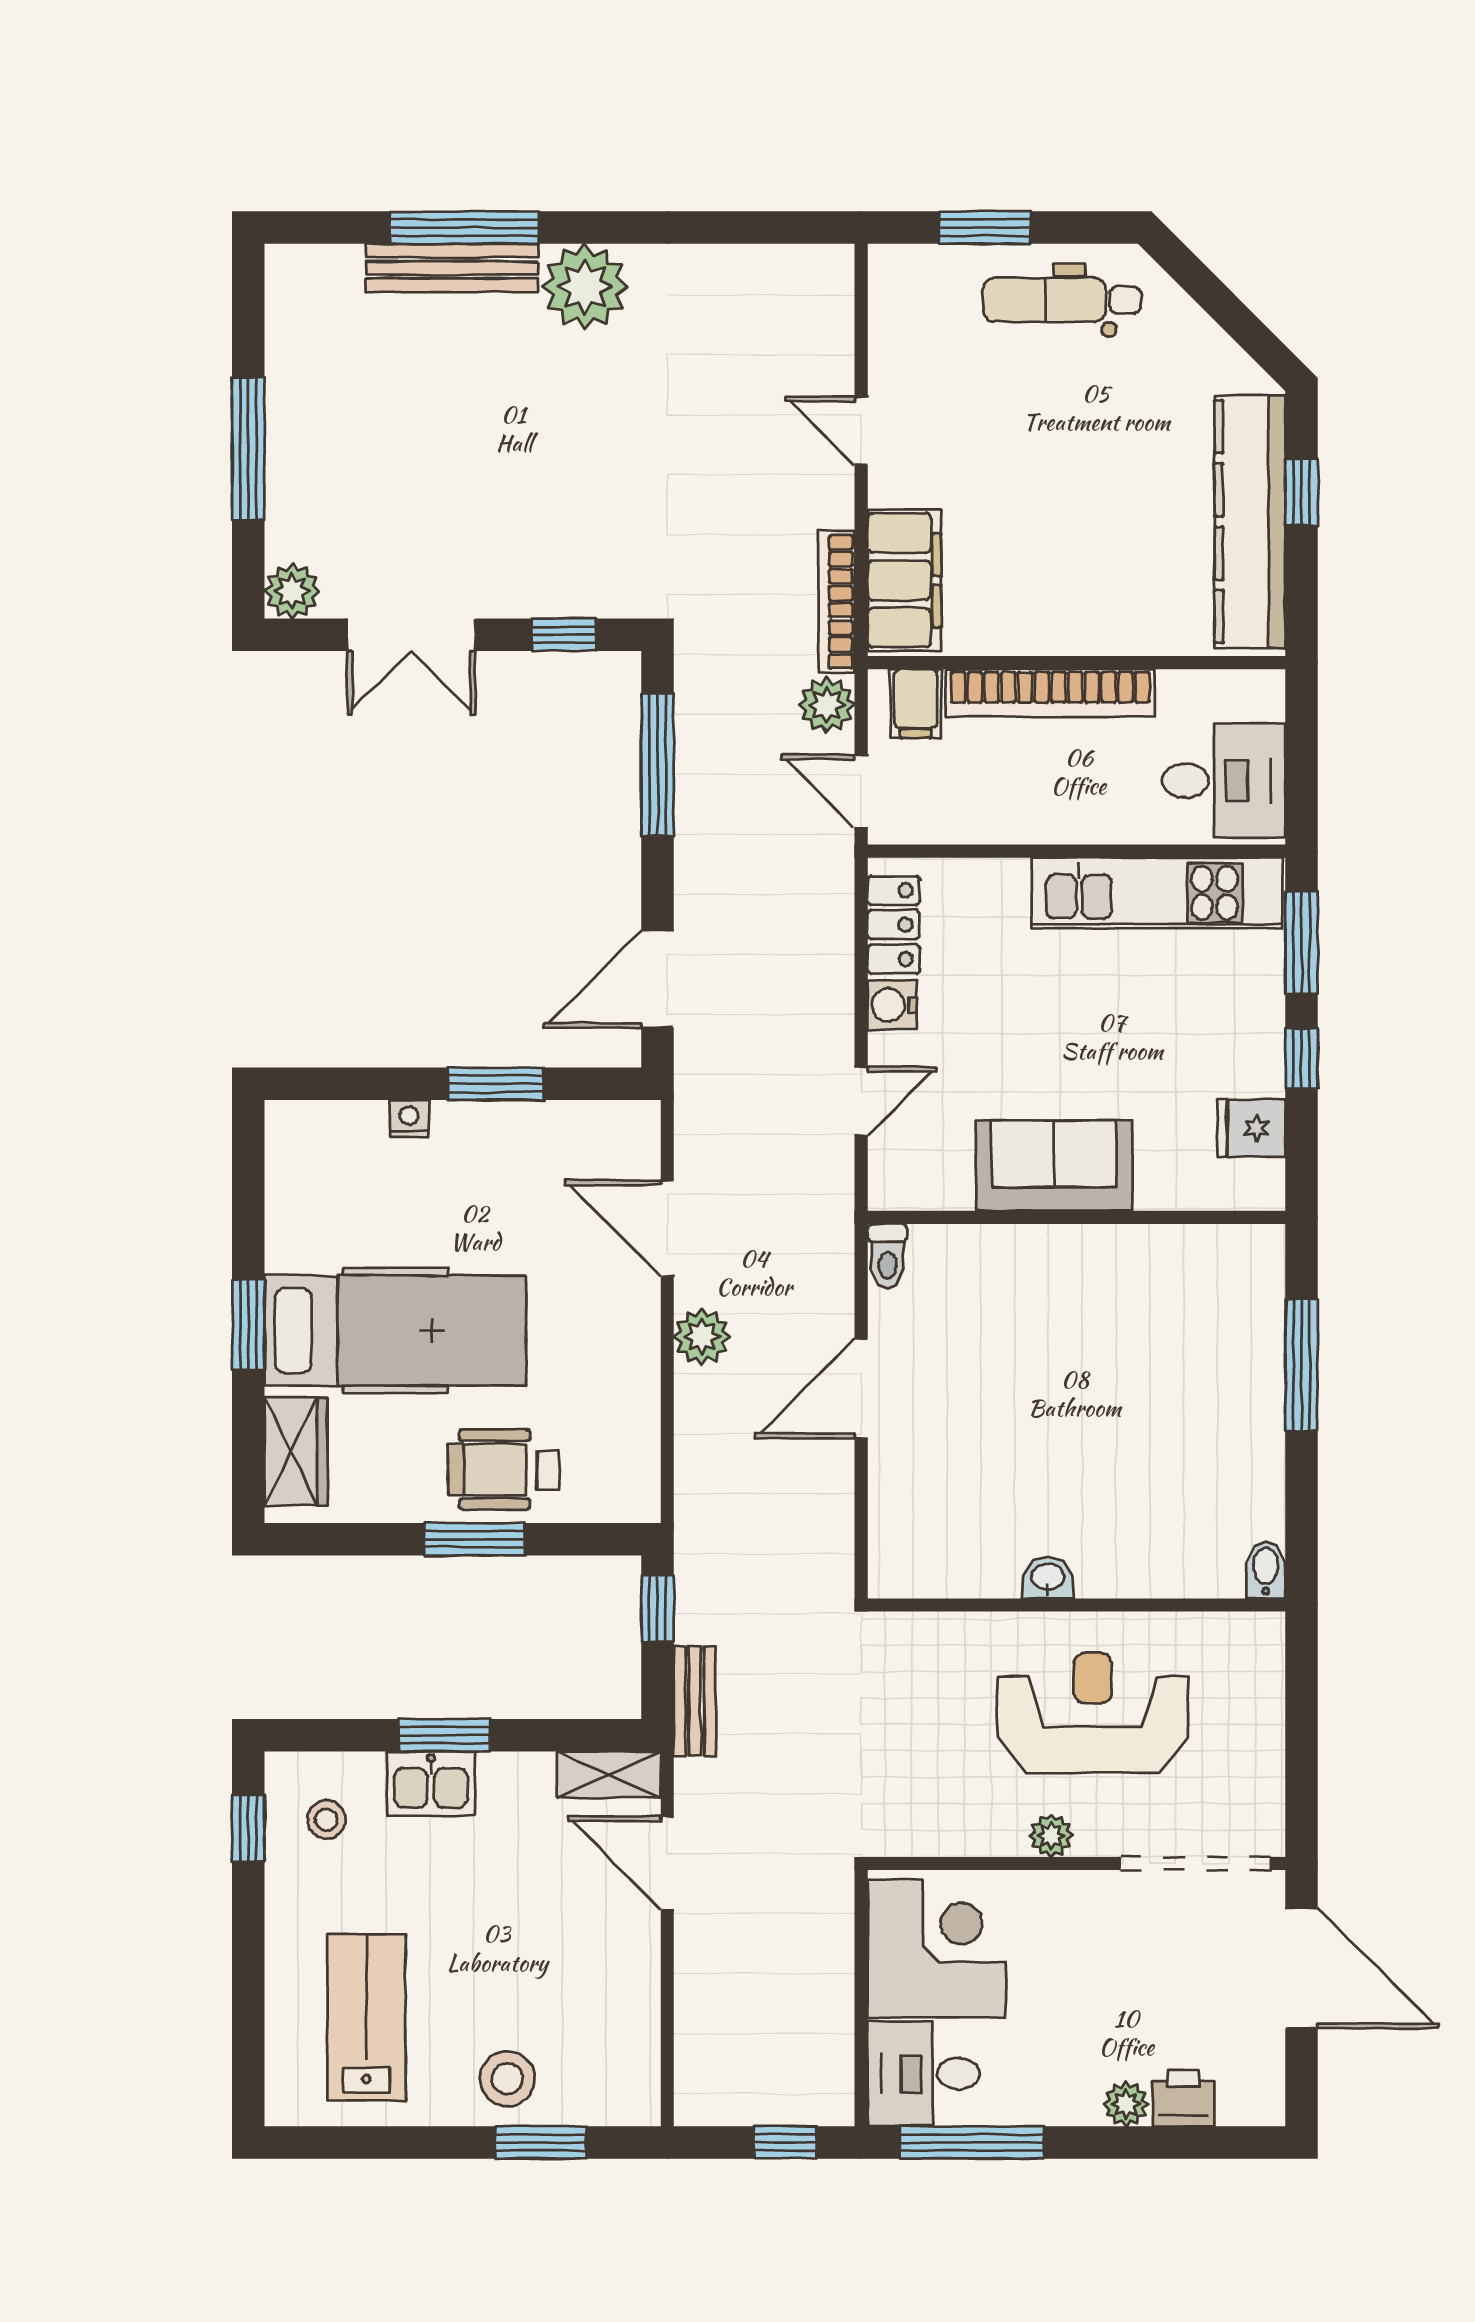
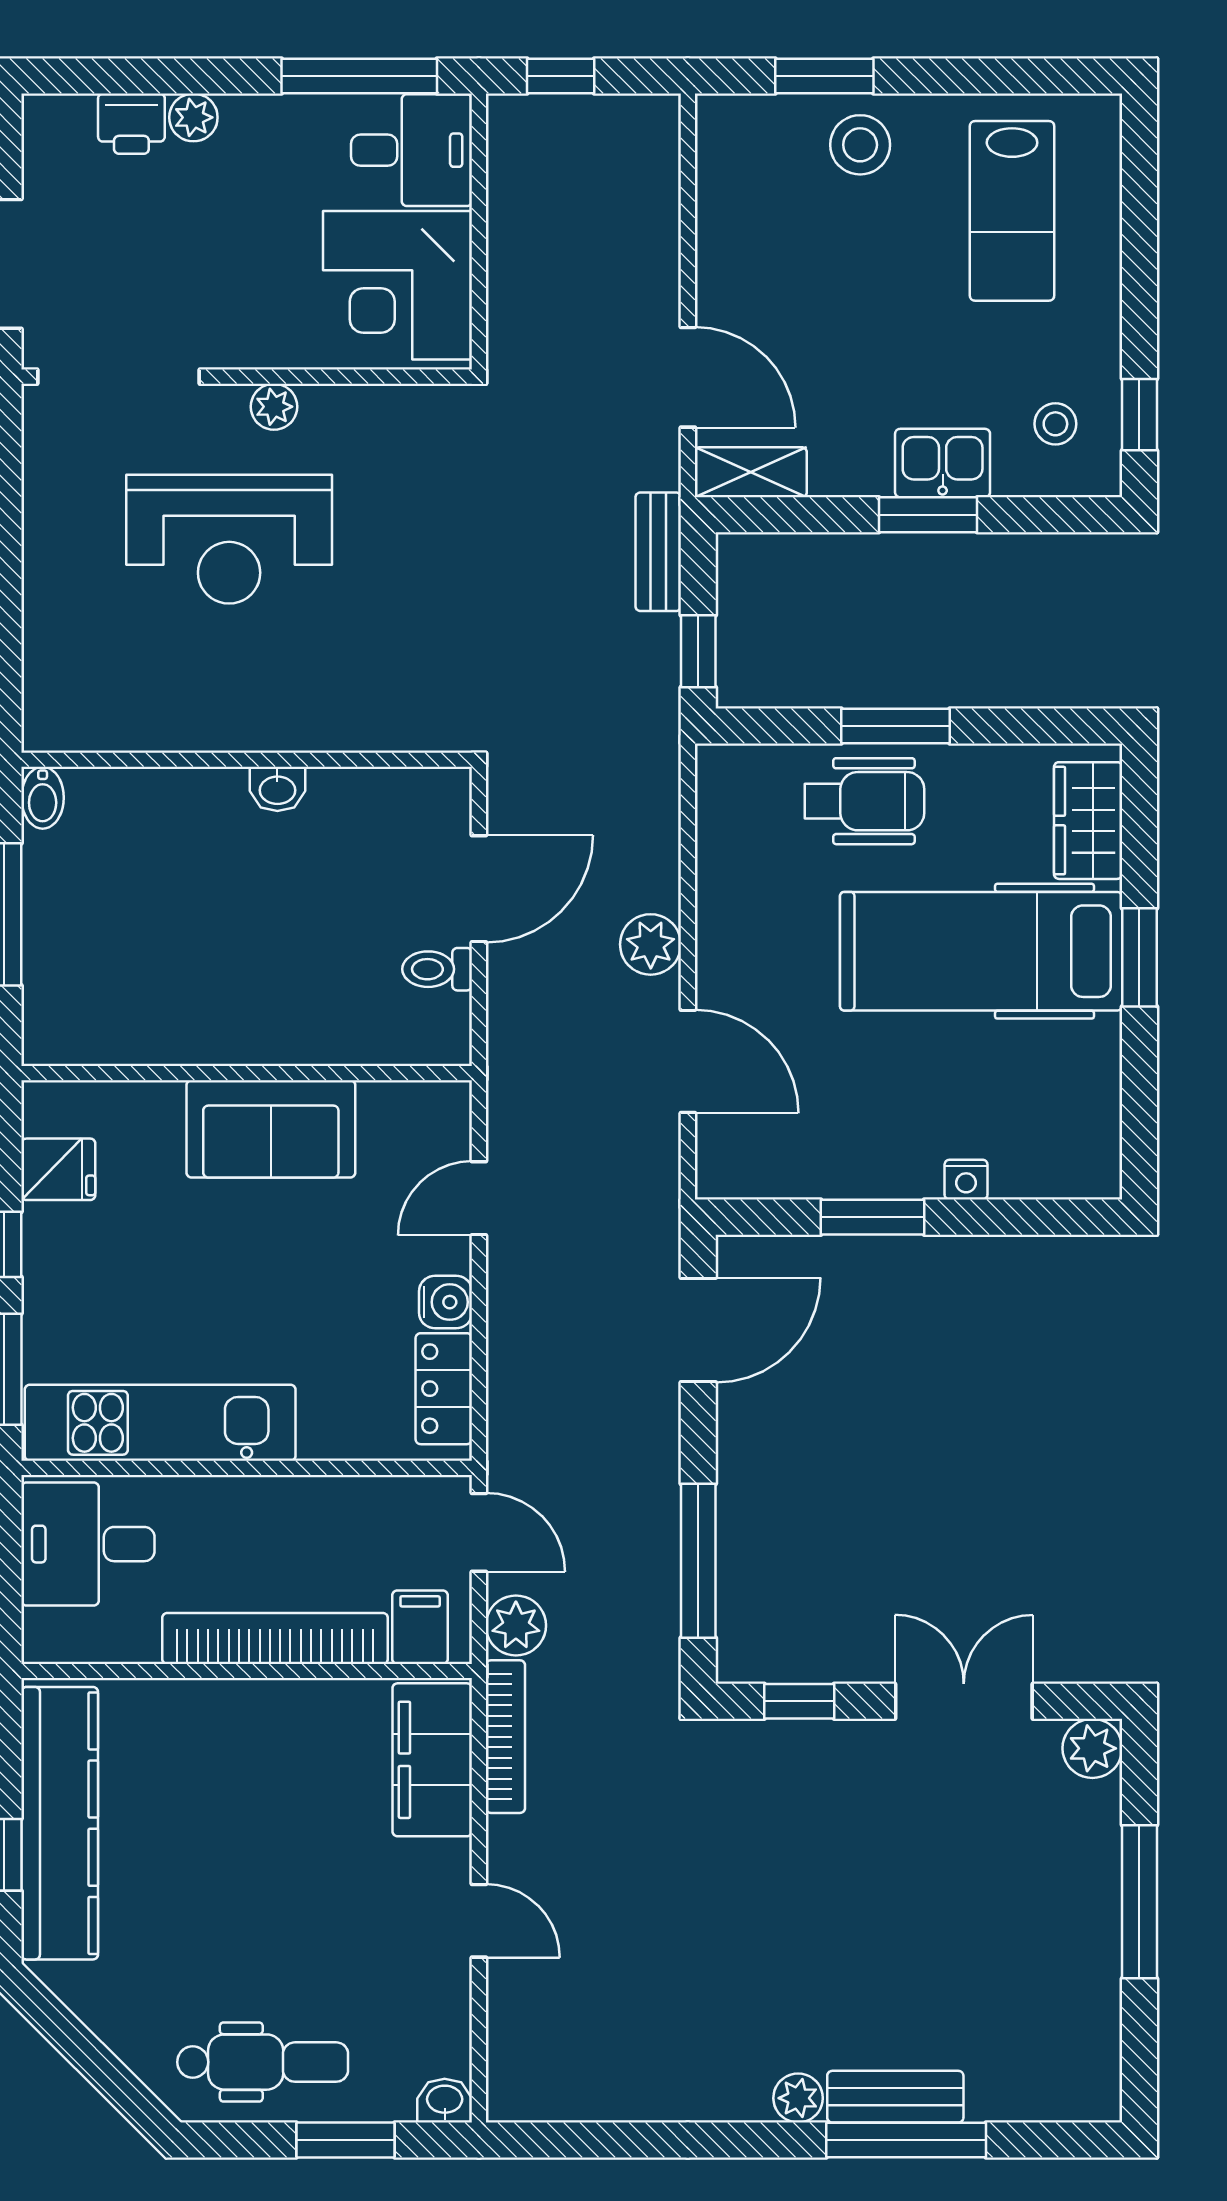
washbasin: (893, 264) -> (445, 2101), added
bench: (452, 268) -> (895, 2097), width x0.73
plant: (585, 287) -> (798, 2098), width x0.53, depth x0.53
toilet: (887, 1256) -> (437, 969), moved, turned -90
bidet: (1266, 1570) -> (43, 798), moved
washbasin: (1048, 1578) -> (277, 789), moved
wall: (1076, 1605) -> (247, 760), moved

